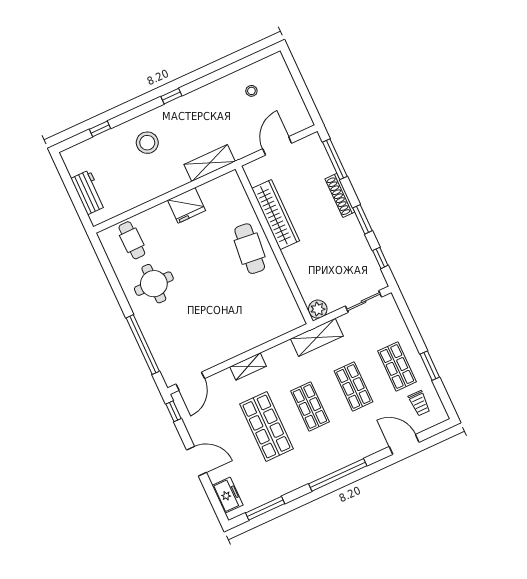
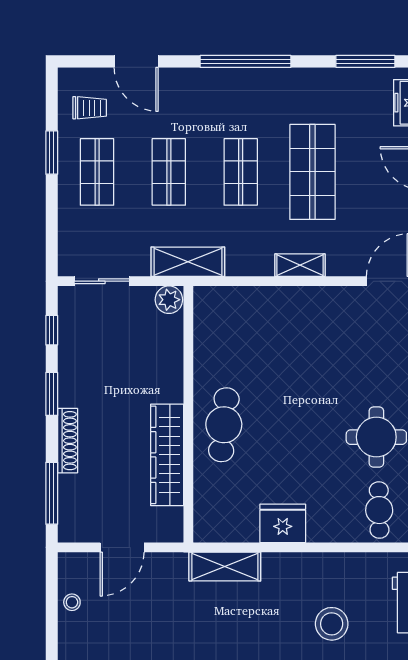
stool: (251, 91) -> (72, 602), moved
stool: (147, 143) -> (332, 624), moved
trolley: (419, 403) -> (90, 108), turned 90

